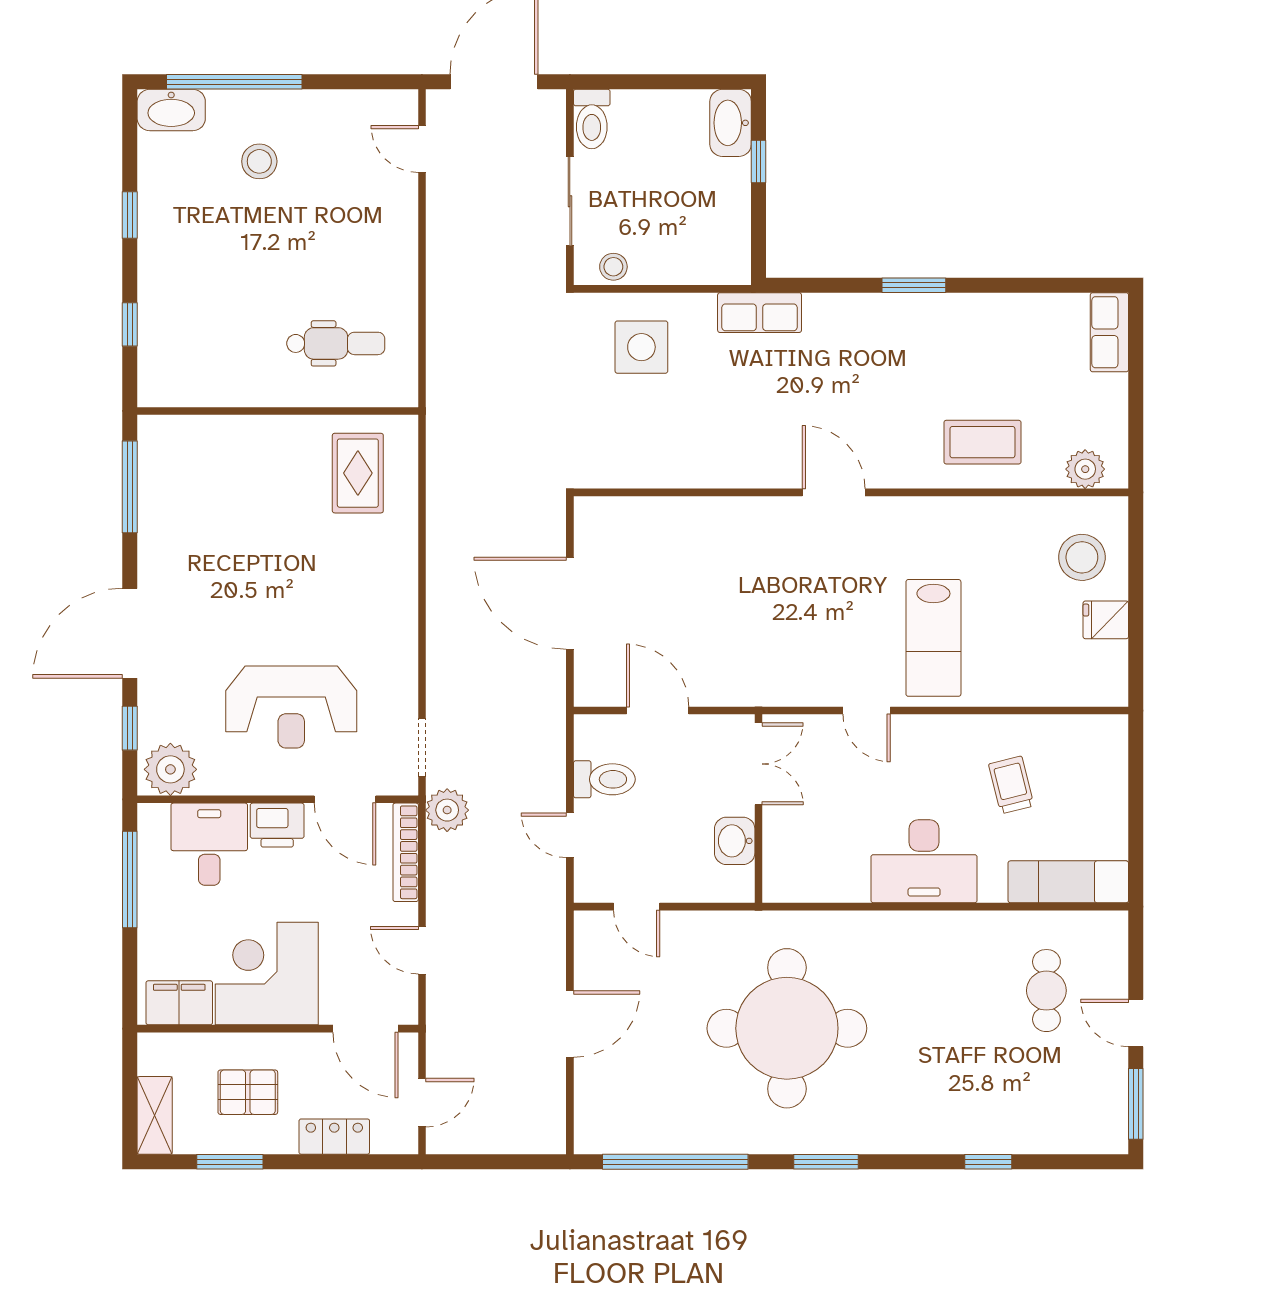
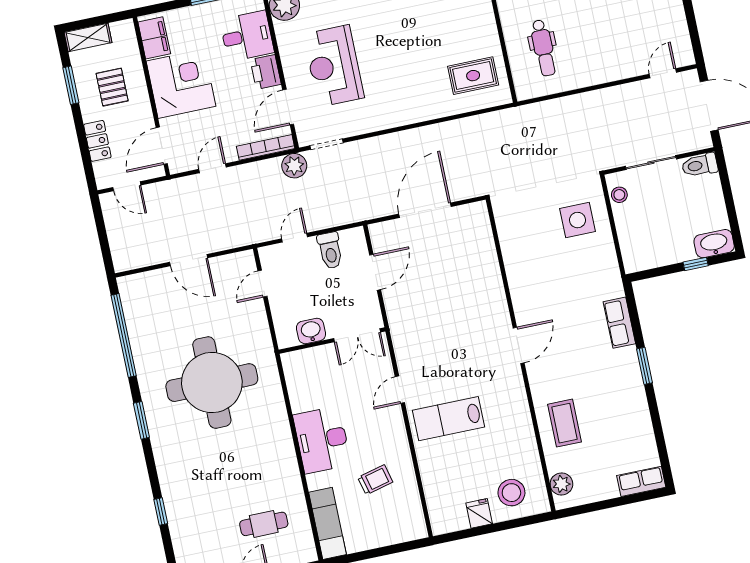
row of seats: (760, 313) -> (619, 323), moved

